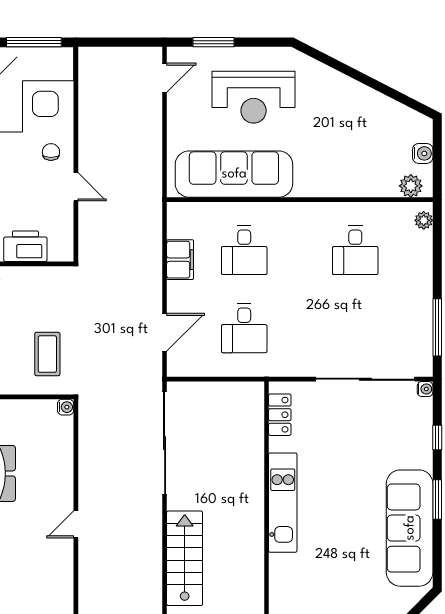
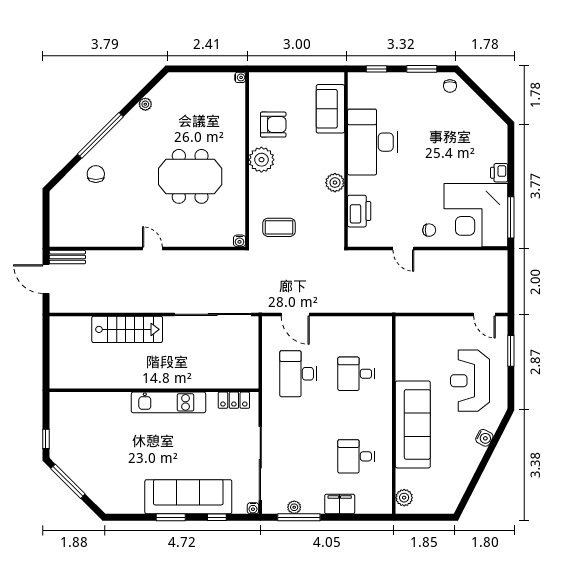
water cooler: (423, 153) -> (484, 438), moved, turned -63
sofa: (234, 174) -> (413, 424), moved
door: (76, 187) -> (403, 249), hinge flipped
plant: (424, 220) -> (294, 507), moved
filing cabinet: (180, 260) -> (340, 504), moved, turned 180
desk: (244, 328) -> (298, 374), width x1.37
sofa: (410, 528) -> (188, 497), moved

